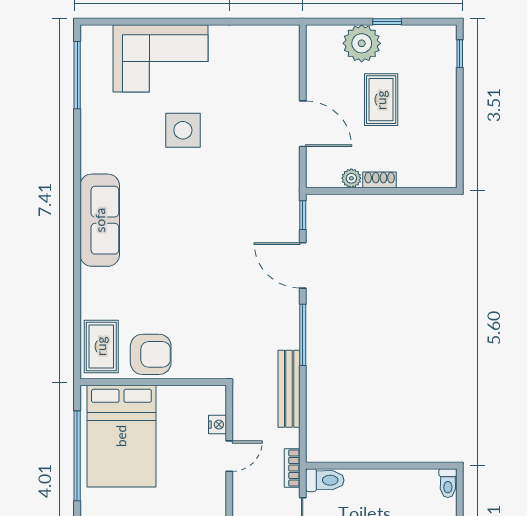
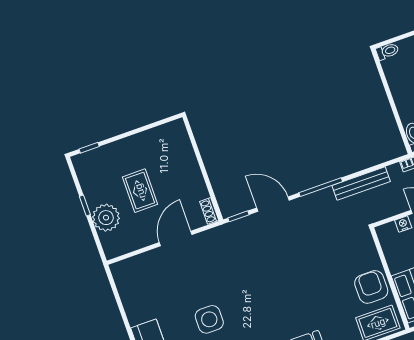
rug: (381, 100) -> (140, 191), turned 90
plant: (351, 178) -> (201, 192), removed
shoe rack: (380, 180) -> (209, 211), moved
door: (303, 265) -> (273, 204), swing flipped

